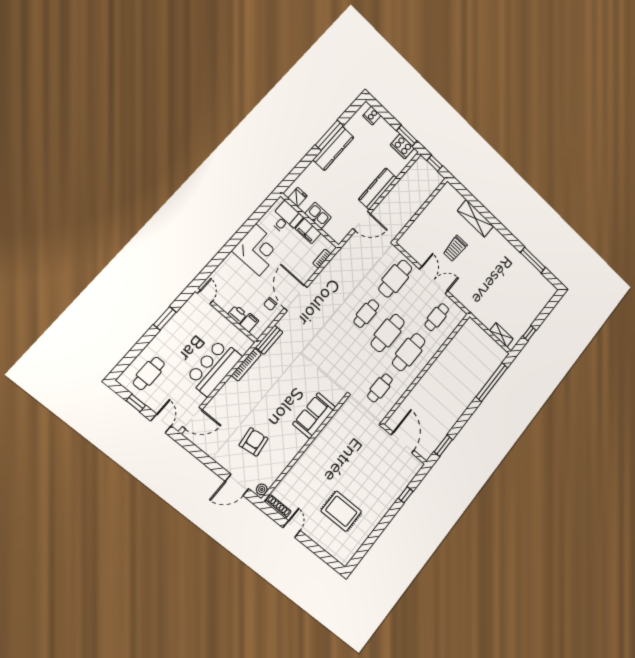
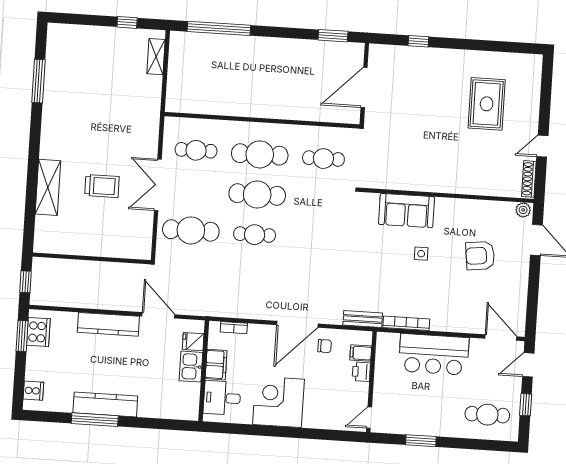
fridge: (298, 197) -> (193, 342), moved
side table: (282, 406) -> (421, 254), added

